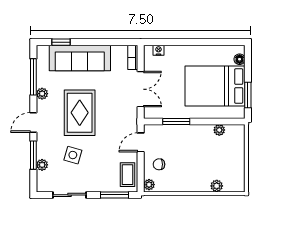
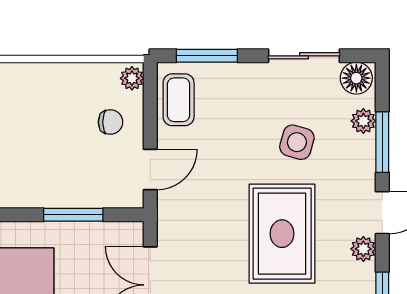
plant: (42, 94) -> (363, 249), moved
floor lamp: (45, 185) -> (356, 78), added

